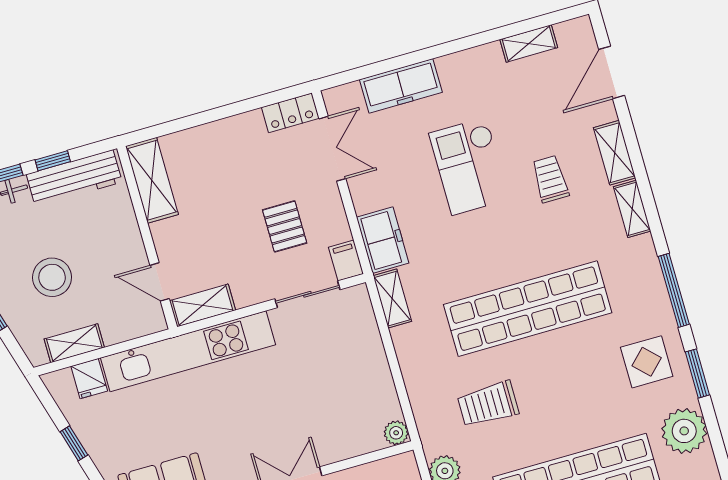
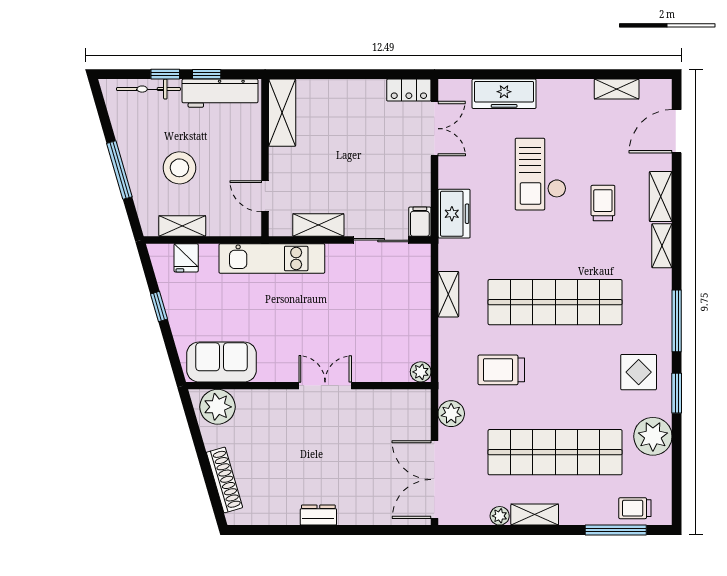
pallet: (285, 226) -> (378, 180), removed
shelving: (392, 299) -> (448, 294), moved
shelving: (203, 305) -> (318, 225), moved
kitchen unit: (188, 351) -> (272, 259), width x0.73

